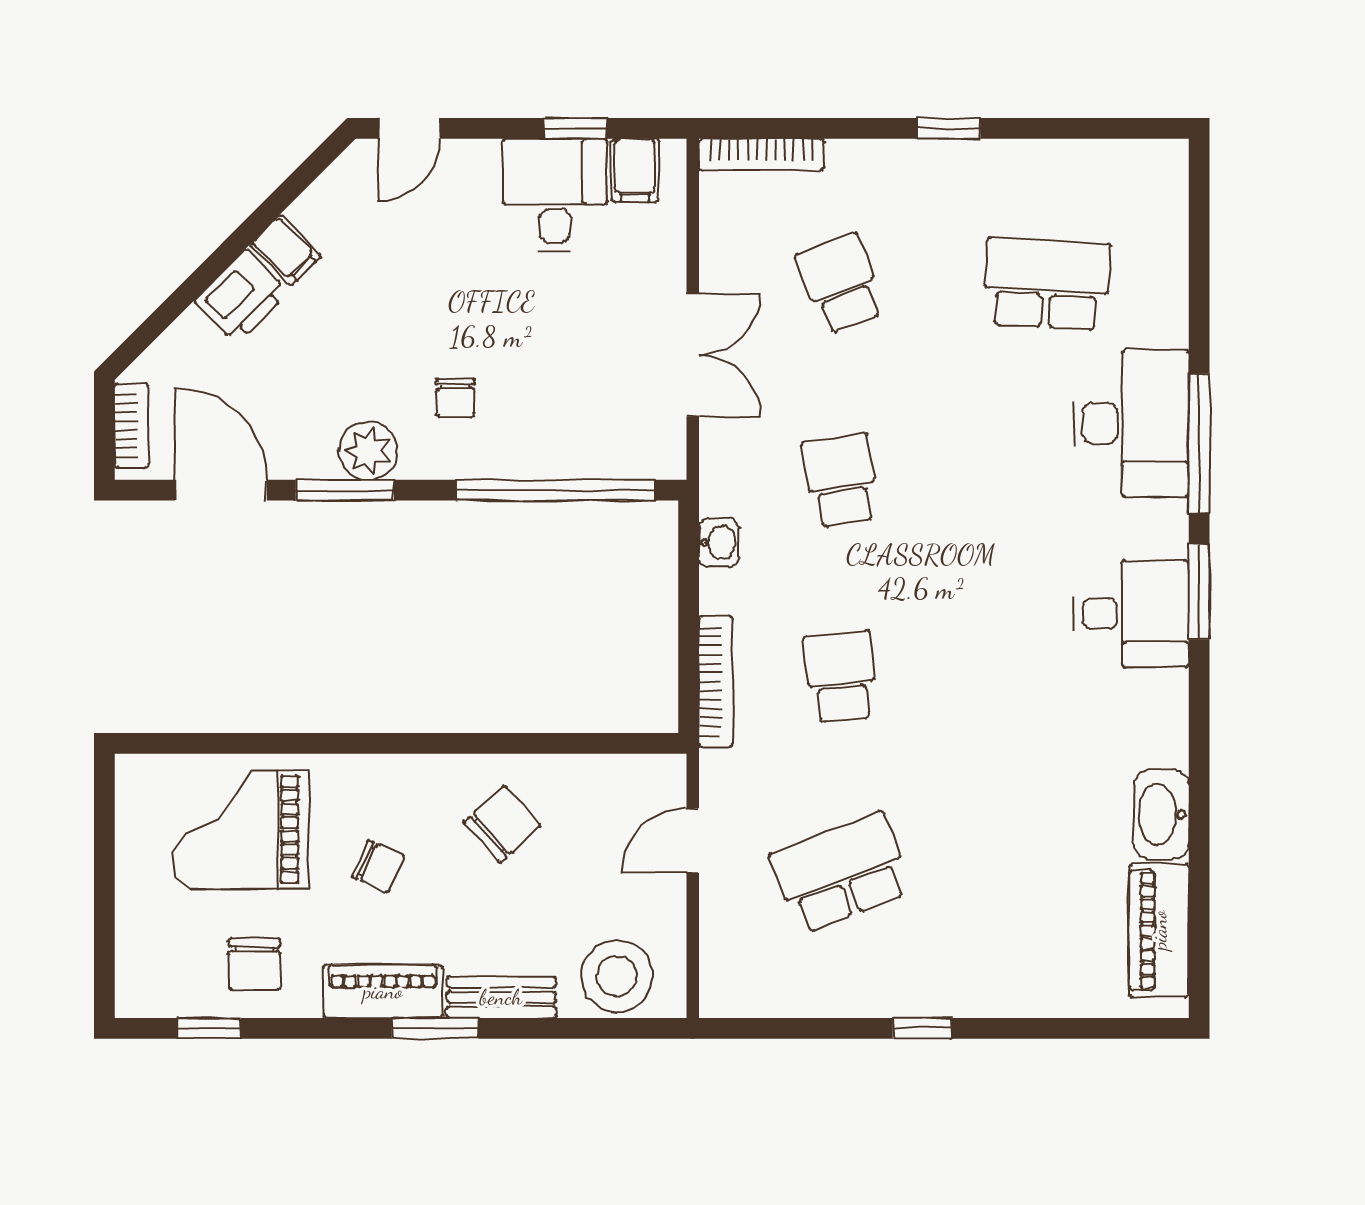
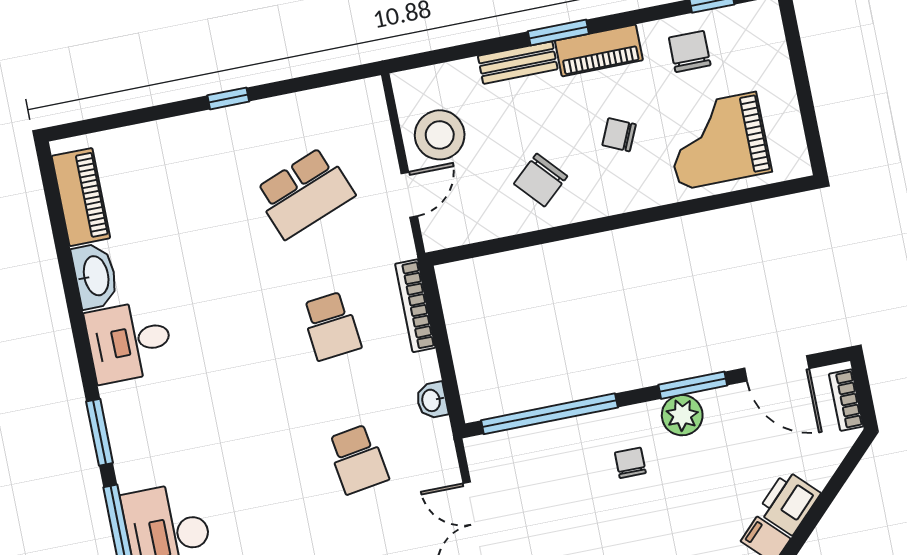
desk: (1131, 614) -> (129, 342), moved
grand piano: (240, 829) -> (718, 141), turned 180
stool: (617, 976) -> (440, 135), moved

